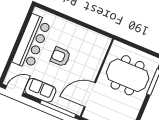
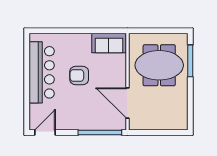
sofa: (40, 90) -> (109, 43), moved, turned 180
door: (90, 95) -> (127, 103), hinge flipped

